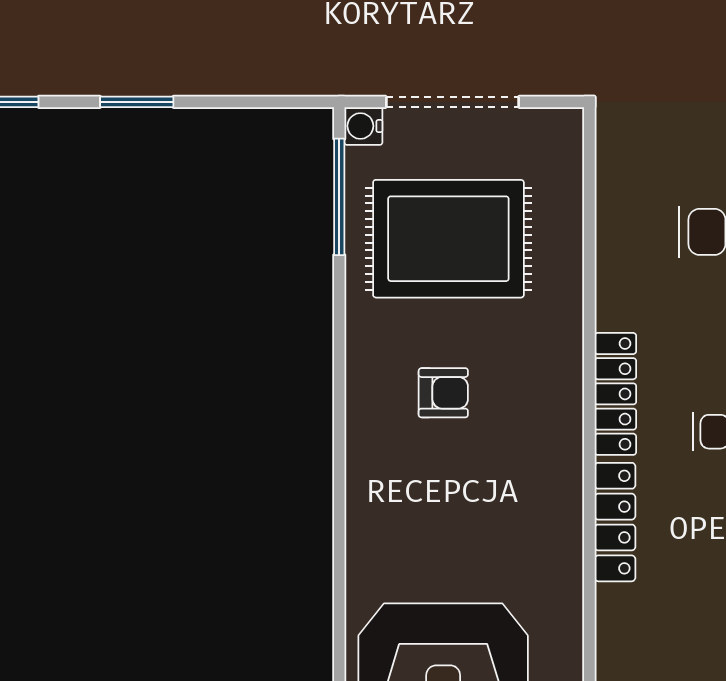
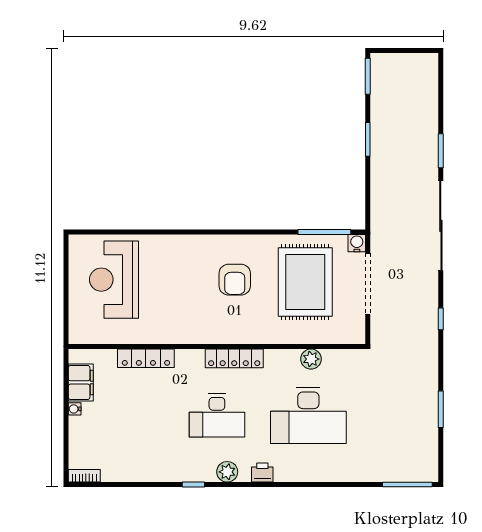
plant: (617, 226) -> (311, 359), added
armchair: (443, 393) -> (235, 280), width x1.38, depth x1.38
locker: (615, 522) -> (146, 358), moved

